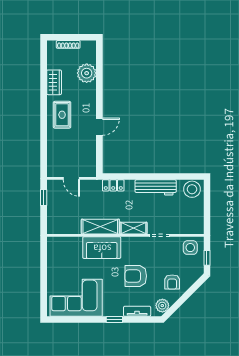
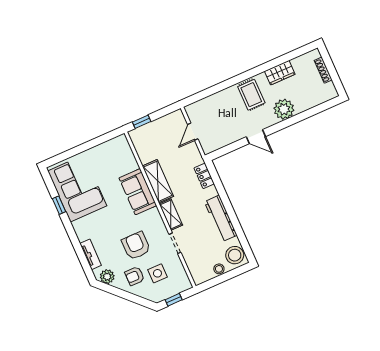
plant: (87, 73) -> (284, 109), moved
rug: (62, 115) -> (251, 95), turned 90
window: (44, 198) -> (142, 122), moved
stool: (198, 208) -> (219, 269), added
side table: (190, 248) -> (157, 273), moved
armchair: (136, 276) -> (136, 246), moved
window: (114, 320) -> (59, 205), moved

